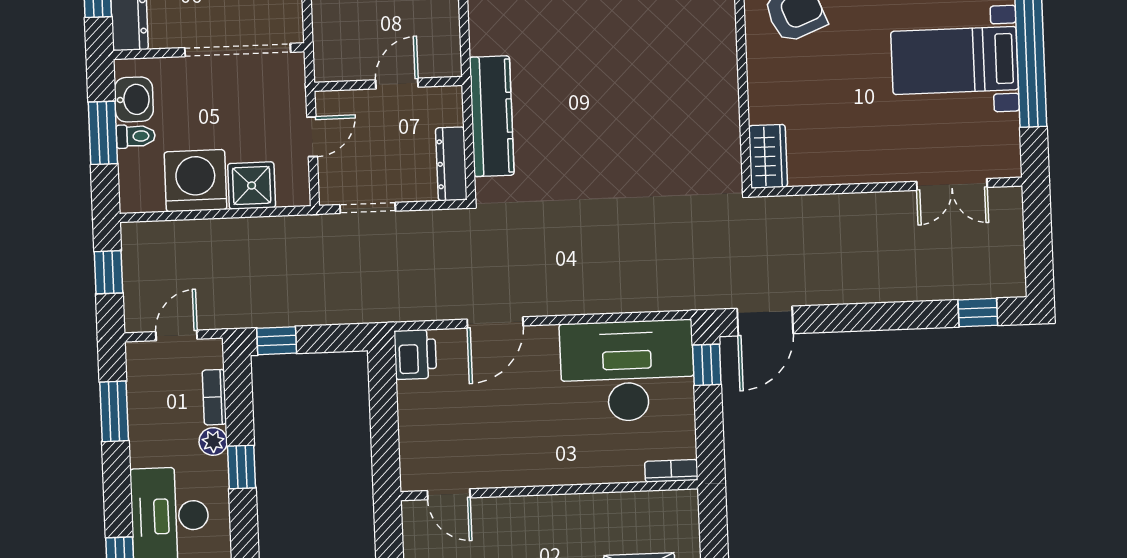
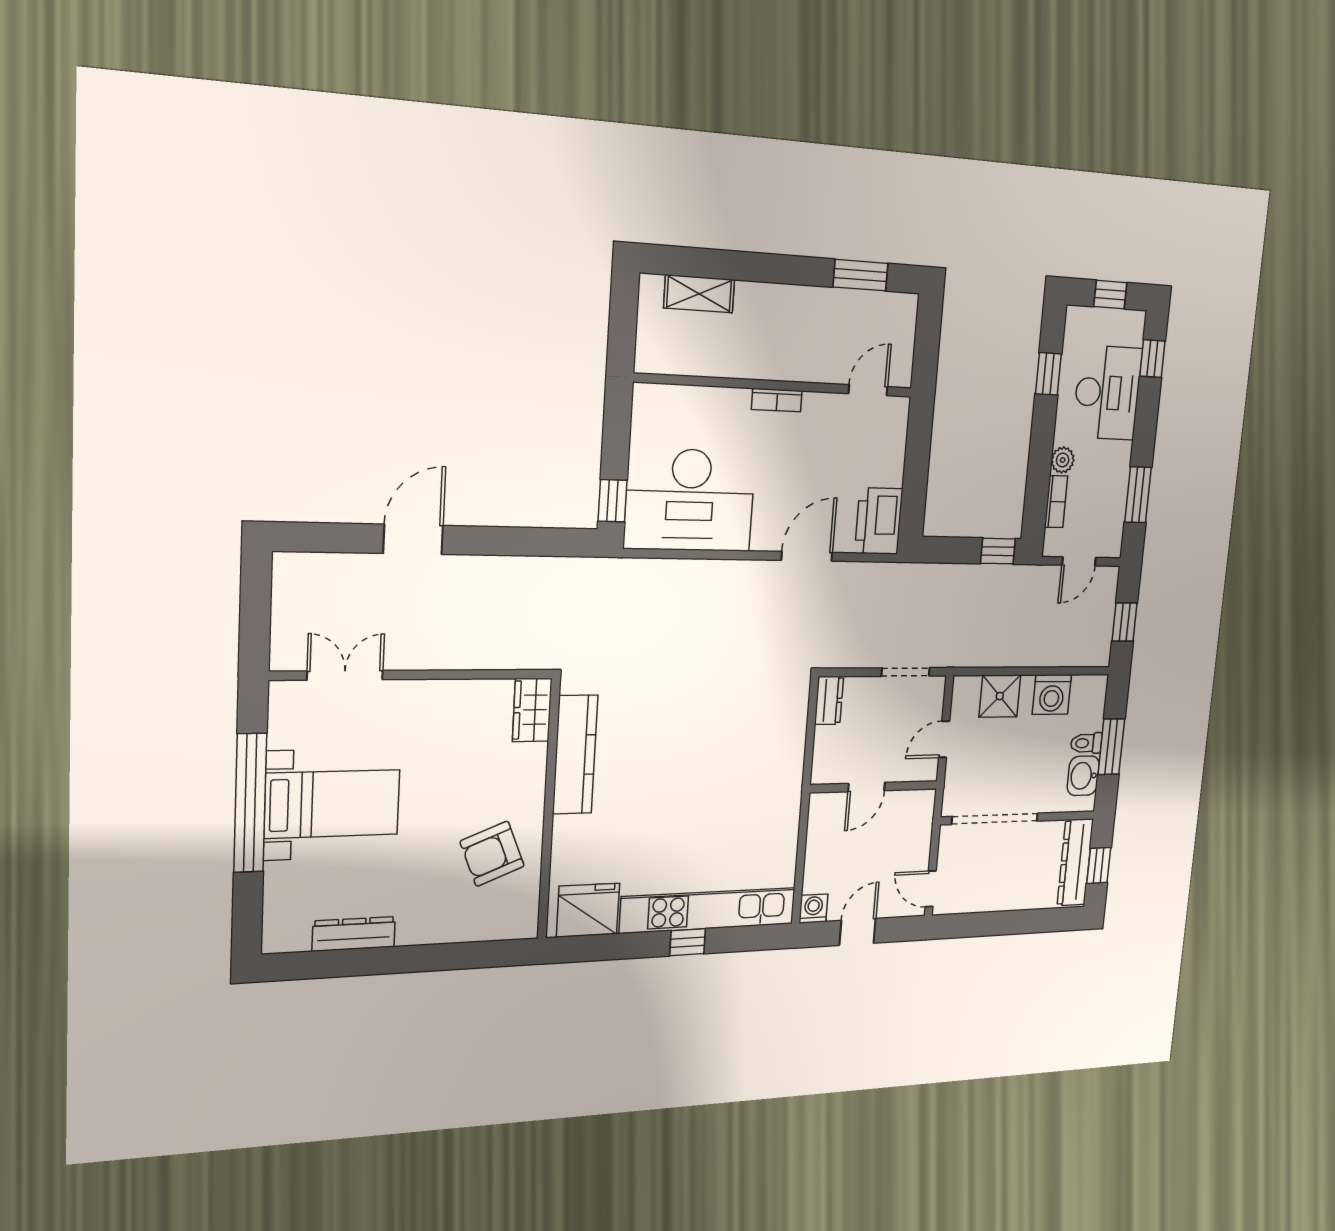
kitchen counter: (492, 116) -> (575, 755), moved, turned 180
dresser: (451, 164) -> (829, 700), width x0.70
washing machine: (196, 181) -> (1052, 695), width x0.73, depth x0.73
window: (978, 313) -> (327, 538), removed
door: (765, 321) -> (413, 539), moved
printer: (415, 354) -> (879, 521), width x1.37, depth x1.19
window: (242, 467) -> (1048, 374), moved
bookcase: (671, 471) -> (777, 400), moved
door: (449, 494) -> (868, 390), hinge flipped

